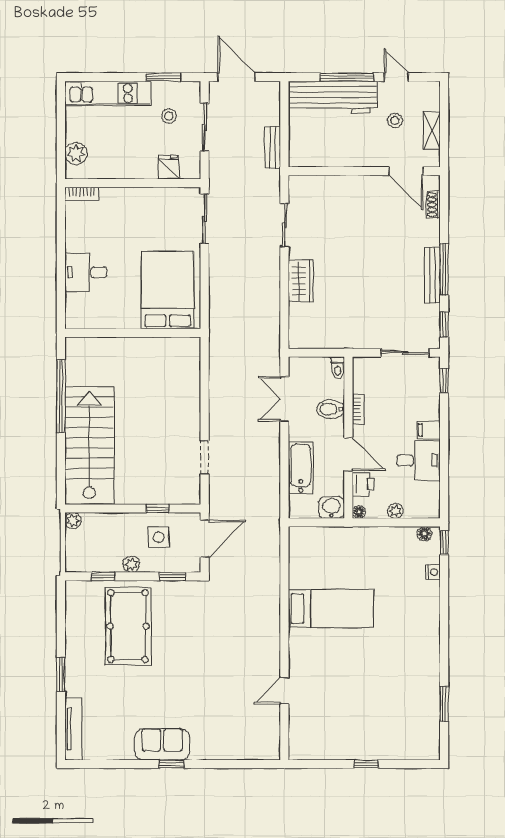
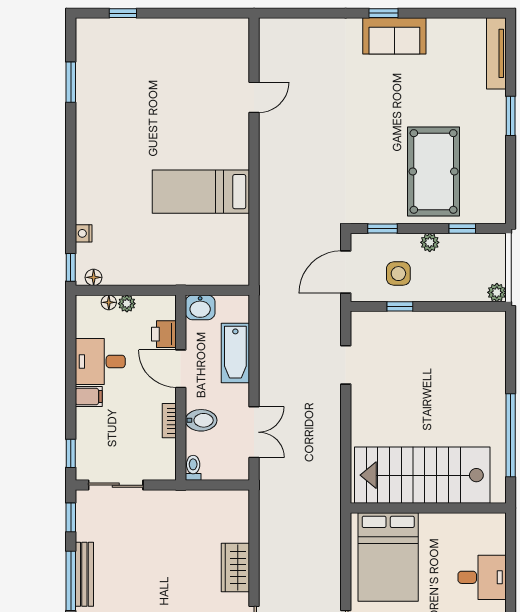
stairs: (89, 445) -> (422, 475), moved, turned 90
floor lamp: (359, 512) -> (109, 302), moved
window: (366, 764) -> (123, 13), moved

